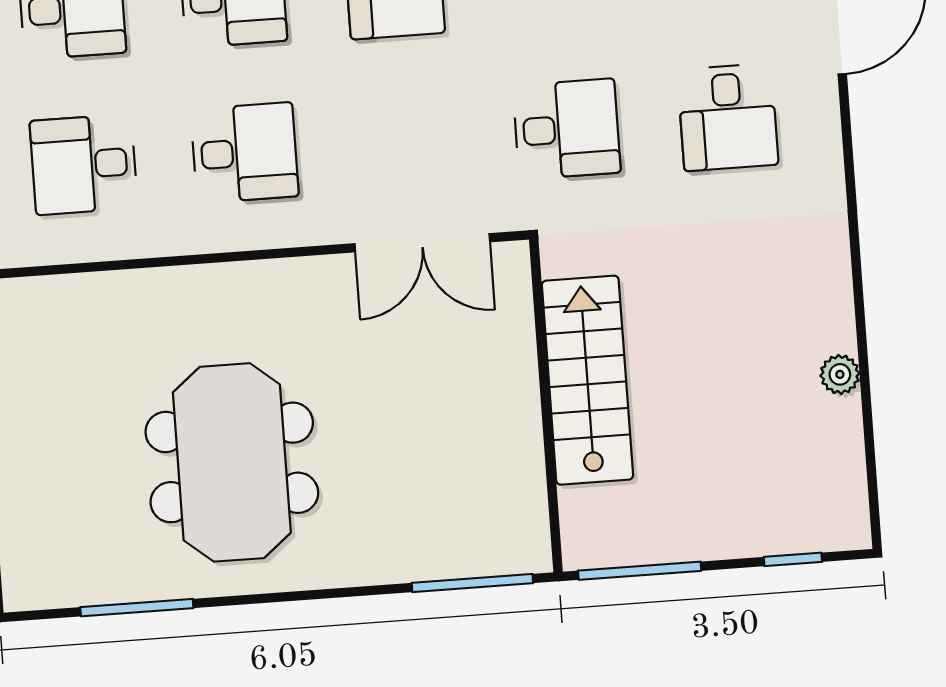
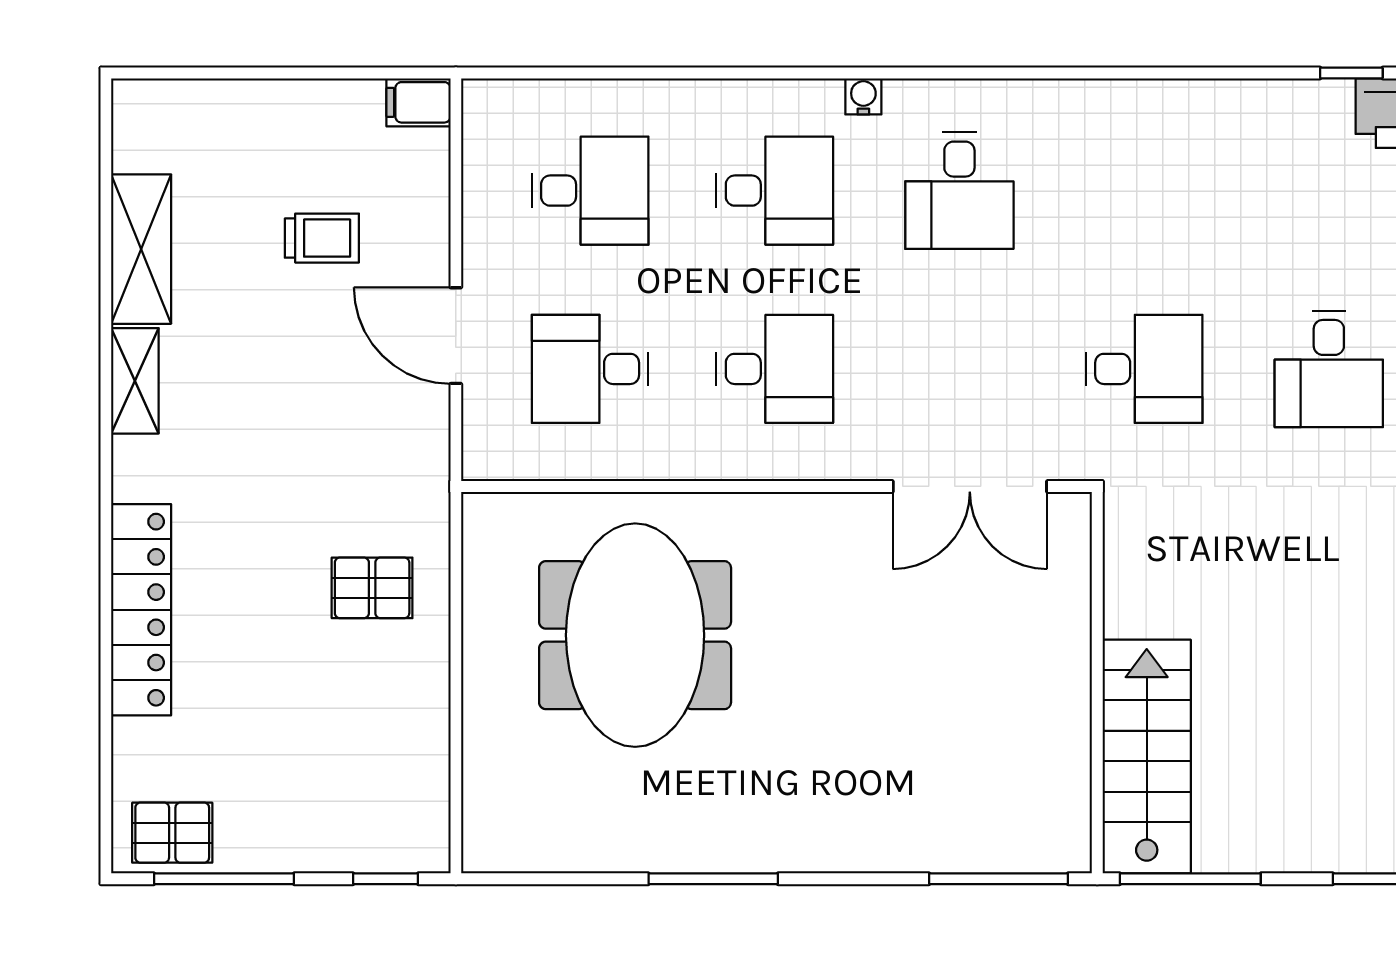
stairs: (587, 380) -> (1147, 757), moved
meeting table: (232, 462) -> (635, 635), moved
window: (137, 608) -> (713, 879), moved

